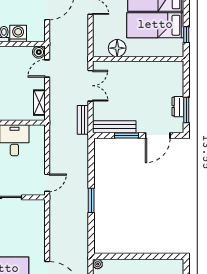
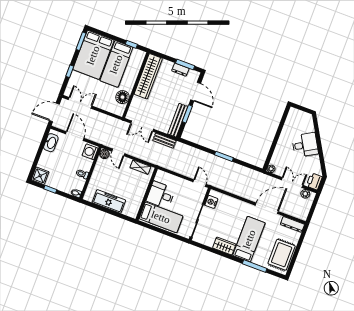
washing machine: (18, 33) -> (90, 152), moved
wardrobe: (155, 70) -> (148, 76), added
double door: (91, 86) -> (142, 126), swing flipped
nightstand: (29, 206) -> (211, 202), added

